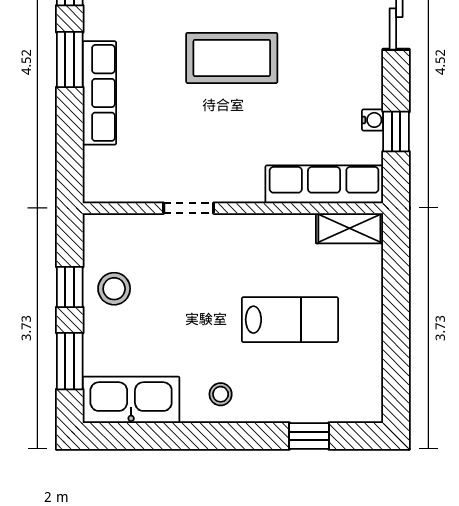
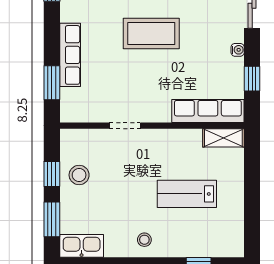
window: (70, 60) -> (52, 83), moved
water cooler: (373, 120) -> (238, 50), moved
lab bench: (290, 320) -> (187, 194), turned 180
kitchen sink: (131, 400) -> (82, 246), width x0.73, depth x0.81

